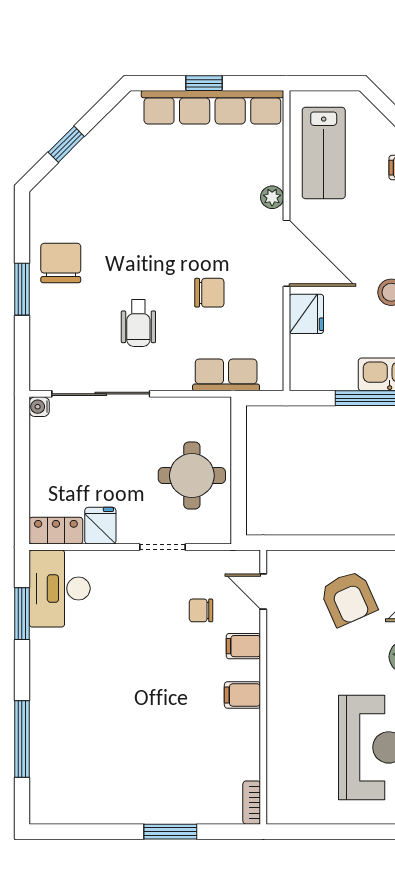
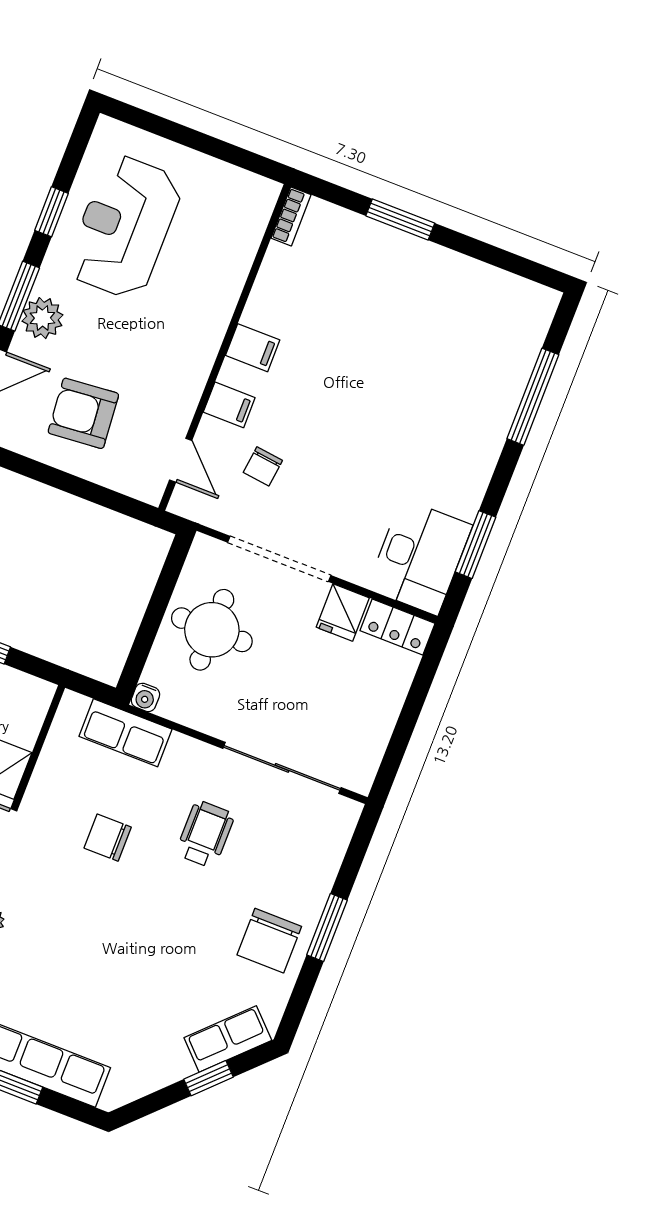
row of seats: (63, 179) -> (228, 1039), added
water cooler: (39, 407) -> (145, 697), moved, turned 90
doorway: (163, 547) -> (279, 559), width x1.87
armchair: (348, 598) -> (83, 413), turned -71
chair: (201, 610) -> (263, 466), turned 97

